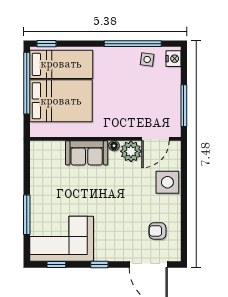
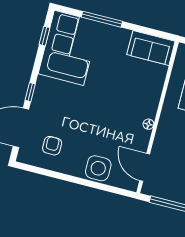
plant: (131, 151) -> (139, 140), removed
sofa: (87, 153) -> (151, 48), moved, turned -90
window: (99, 264) -> (30, 92), moved

